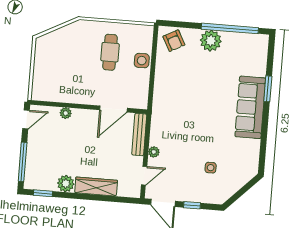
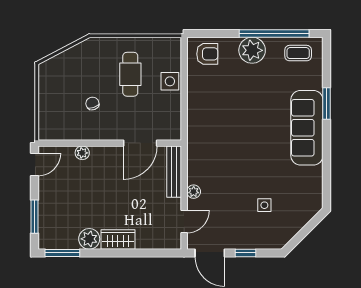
armchair: (174, 41) -> (207, 54), turned -62
coffee table: (248, 46) -> (298, 53), added
chair: (77, 74) -> (92, 103), added
window: (23, 162) -> (34, 217), width x0.69
wardrobe: (96, 186) -> (118, 239), width x0.67
window: (43, 193) -> (62, 253), width x1.50

